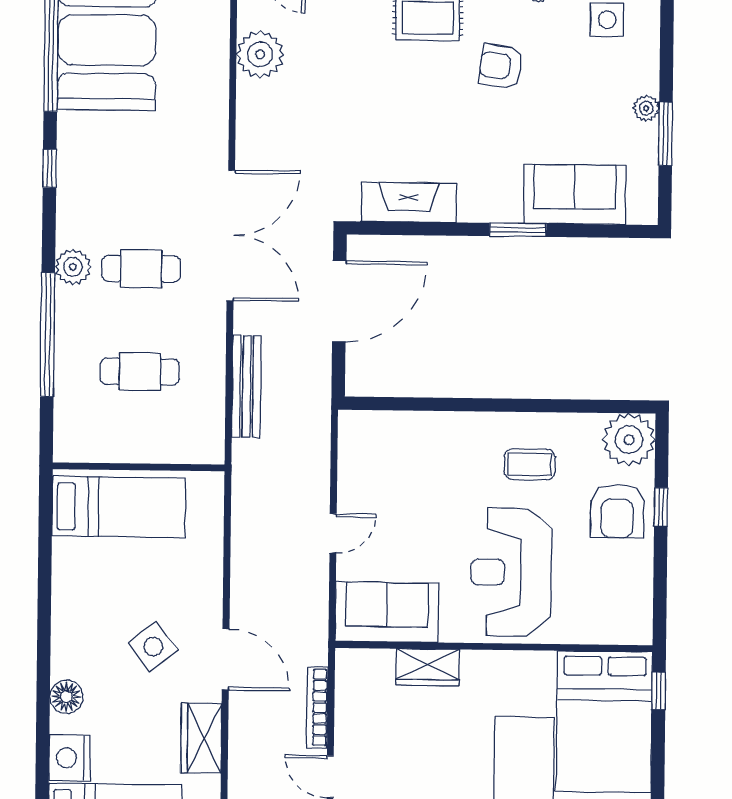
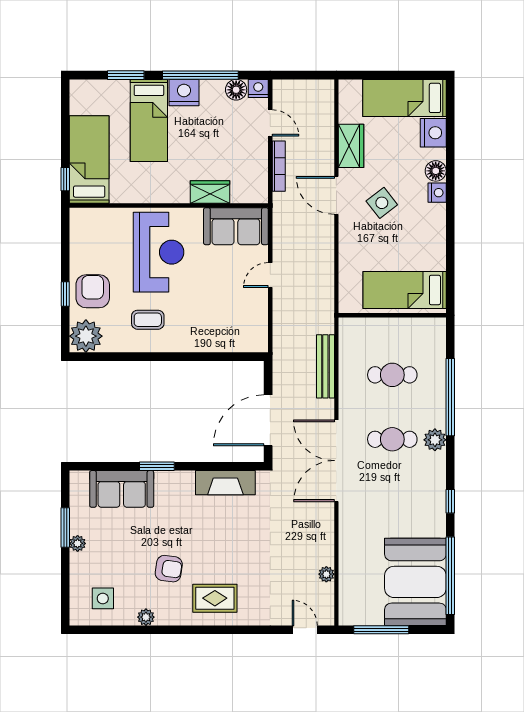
plant: (260, 54) -> (326, 574), width x0.53, depth x0.53
nightstand: (65, 662) -> (437, 193), added
bed: (604, 722) -> (89, 159), width x0.67

